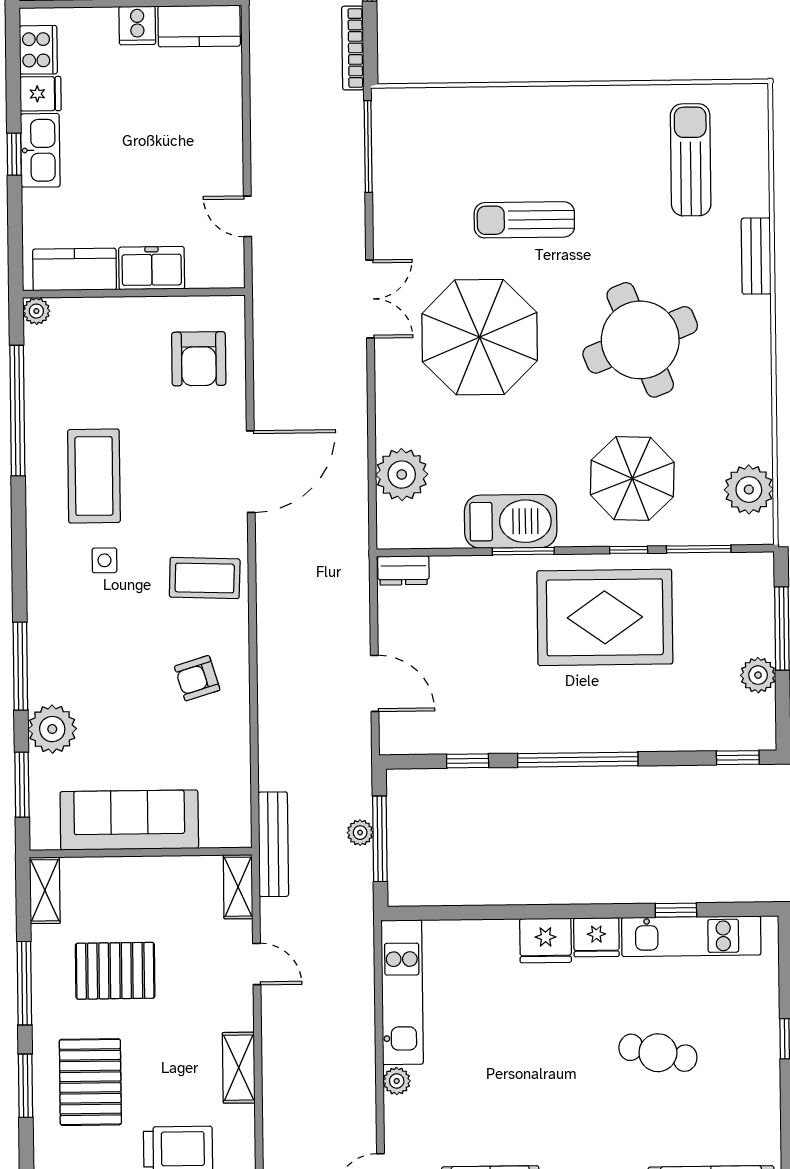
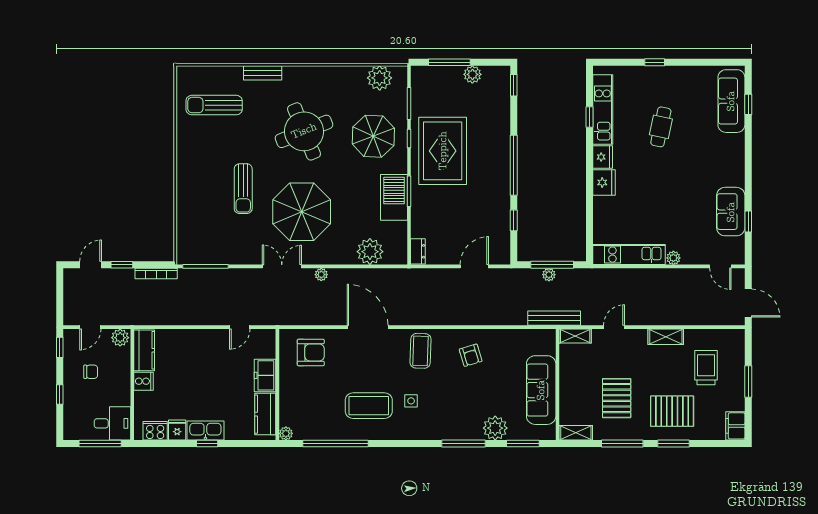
plant: (355, 378) -> (321, 275), added

